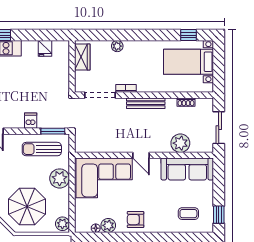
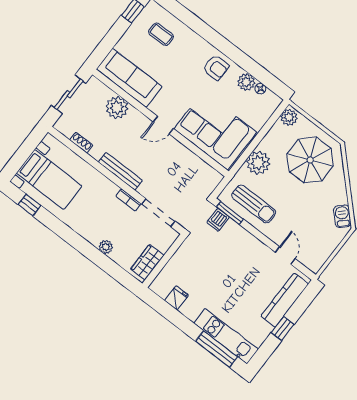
dishwasher: (31, 121) -> (218, 220), moved
door: (141, 155) -> (163, 125), swing flipped

